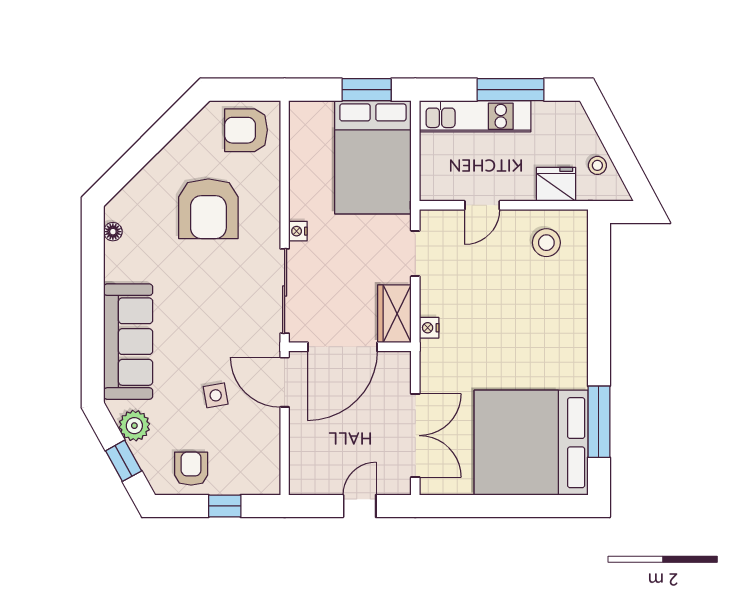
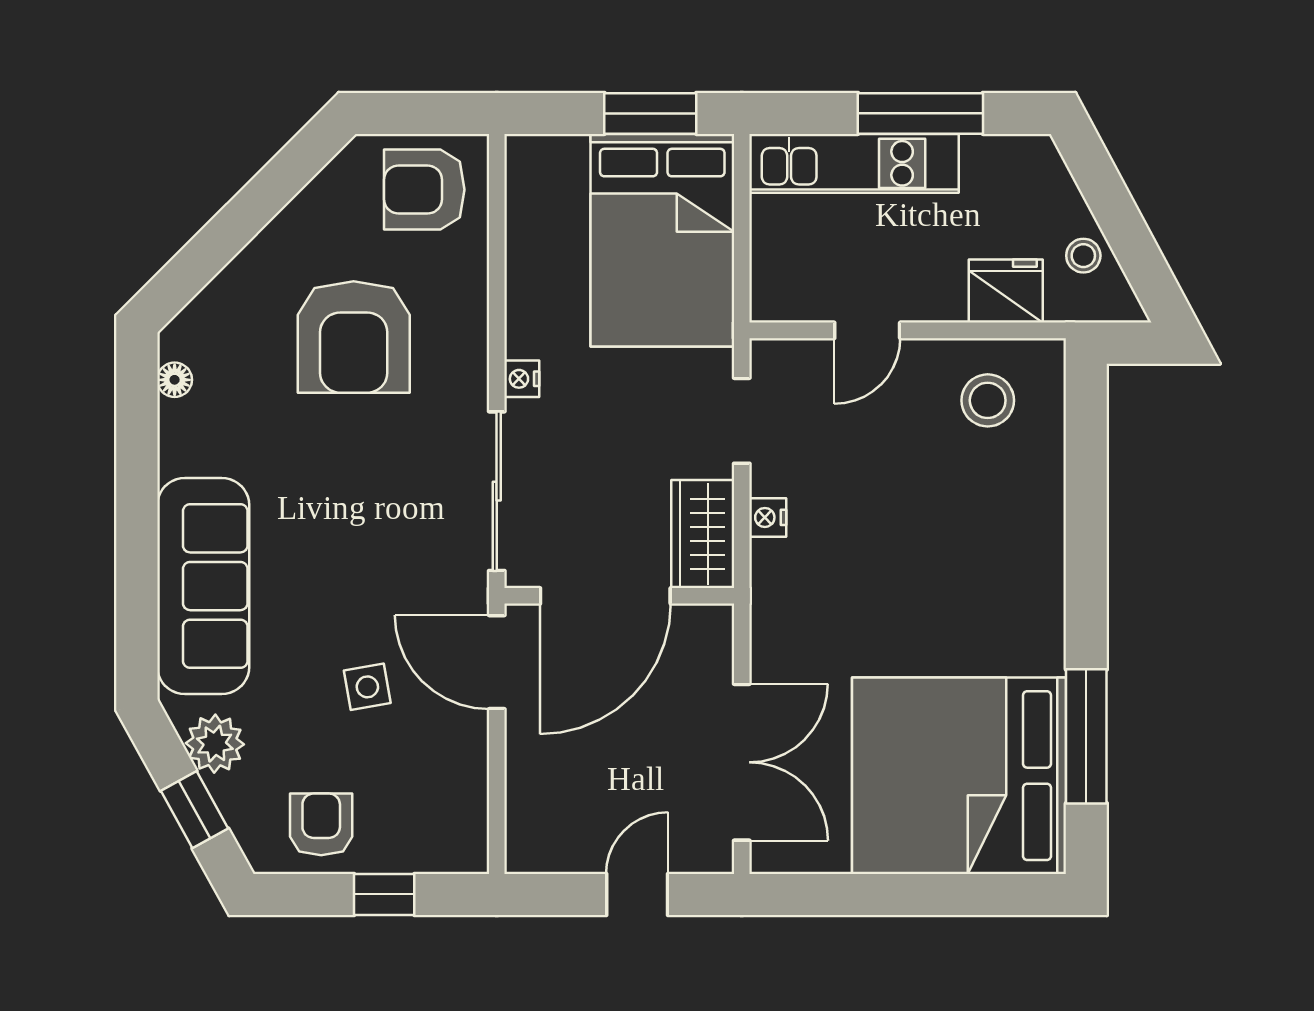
nightstand: (429, 328) -> (768, 517), moved

